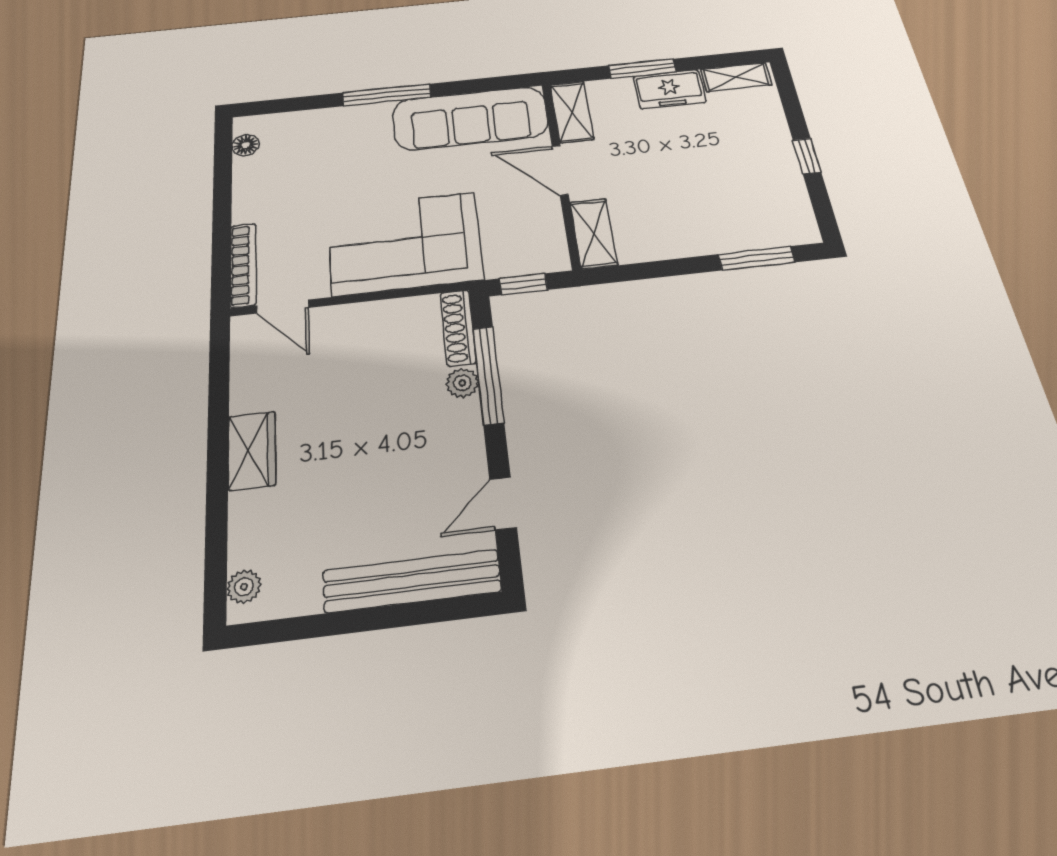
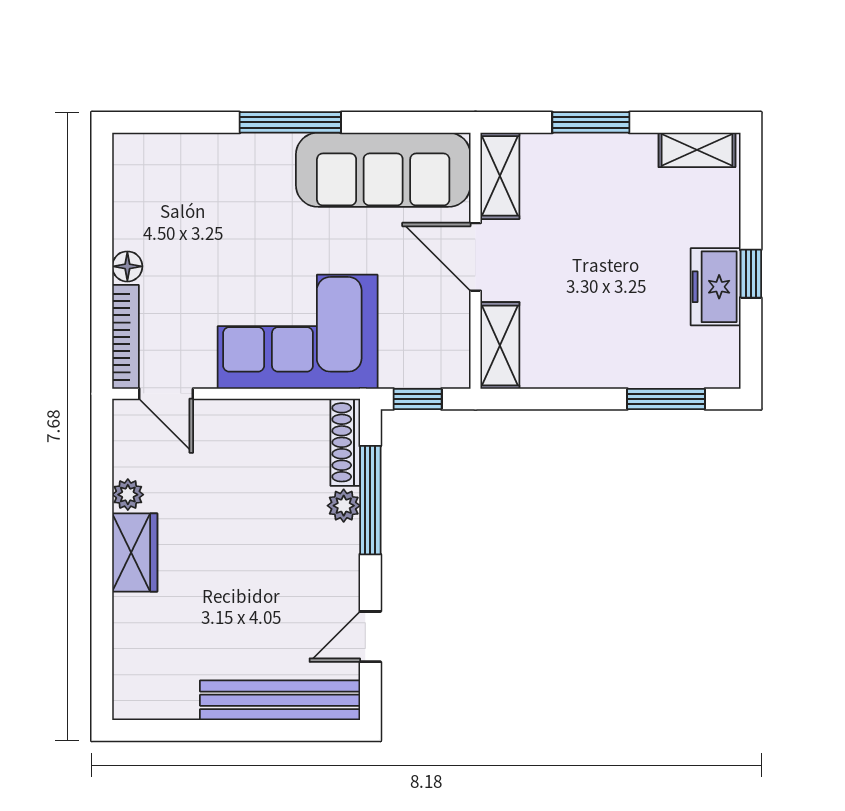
freezer: (670, 89) -> (716, 287), moved, turned 90
floor lamp: (246, 145) -> (127, 266), moved
plant: (244, 587) -> (128, 495), moved

